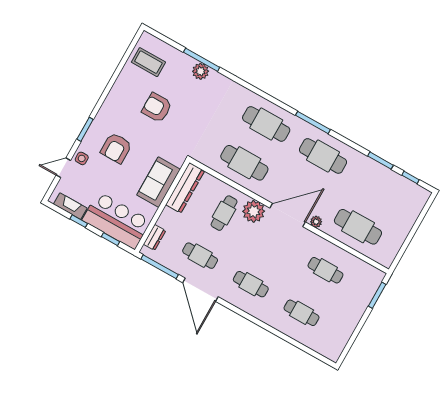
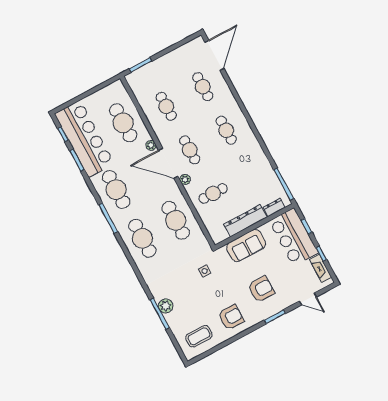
coffee table: (148, 62) -> (199, 336), turned 90
armchair: (157, 108) -> (231, 317), moved, turned -90
side table: (82, 158) -> (205, 271), moved
bar counter: (386, 187) -> (84, 139), added
dresser: (185, 188) -> (245, 221), moved
plant: (254, 211) -> (185, 179), width x0.53, depth x0.53
cafe table: (200, 256) -> (190, 150), moved
door: (200, 290) -> (214, 55), moved

